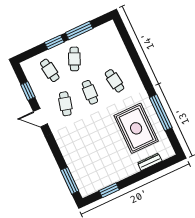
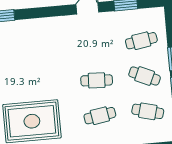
cafe table: (65, 104) -> (148, 111), moved

